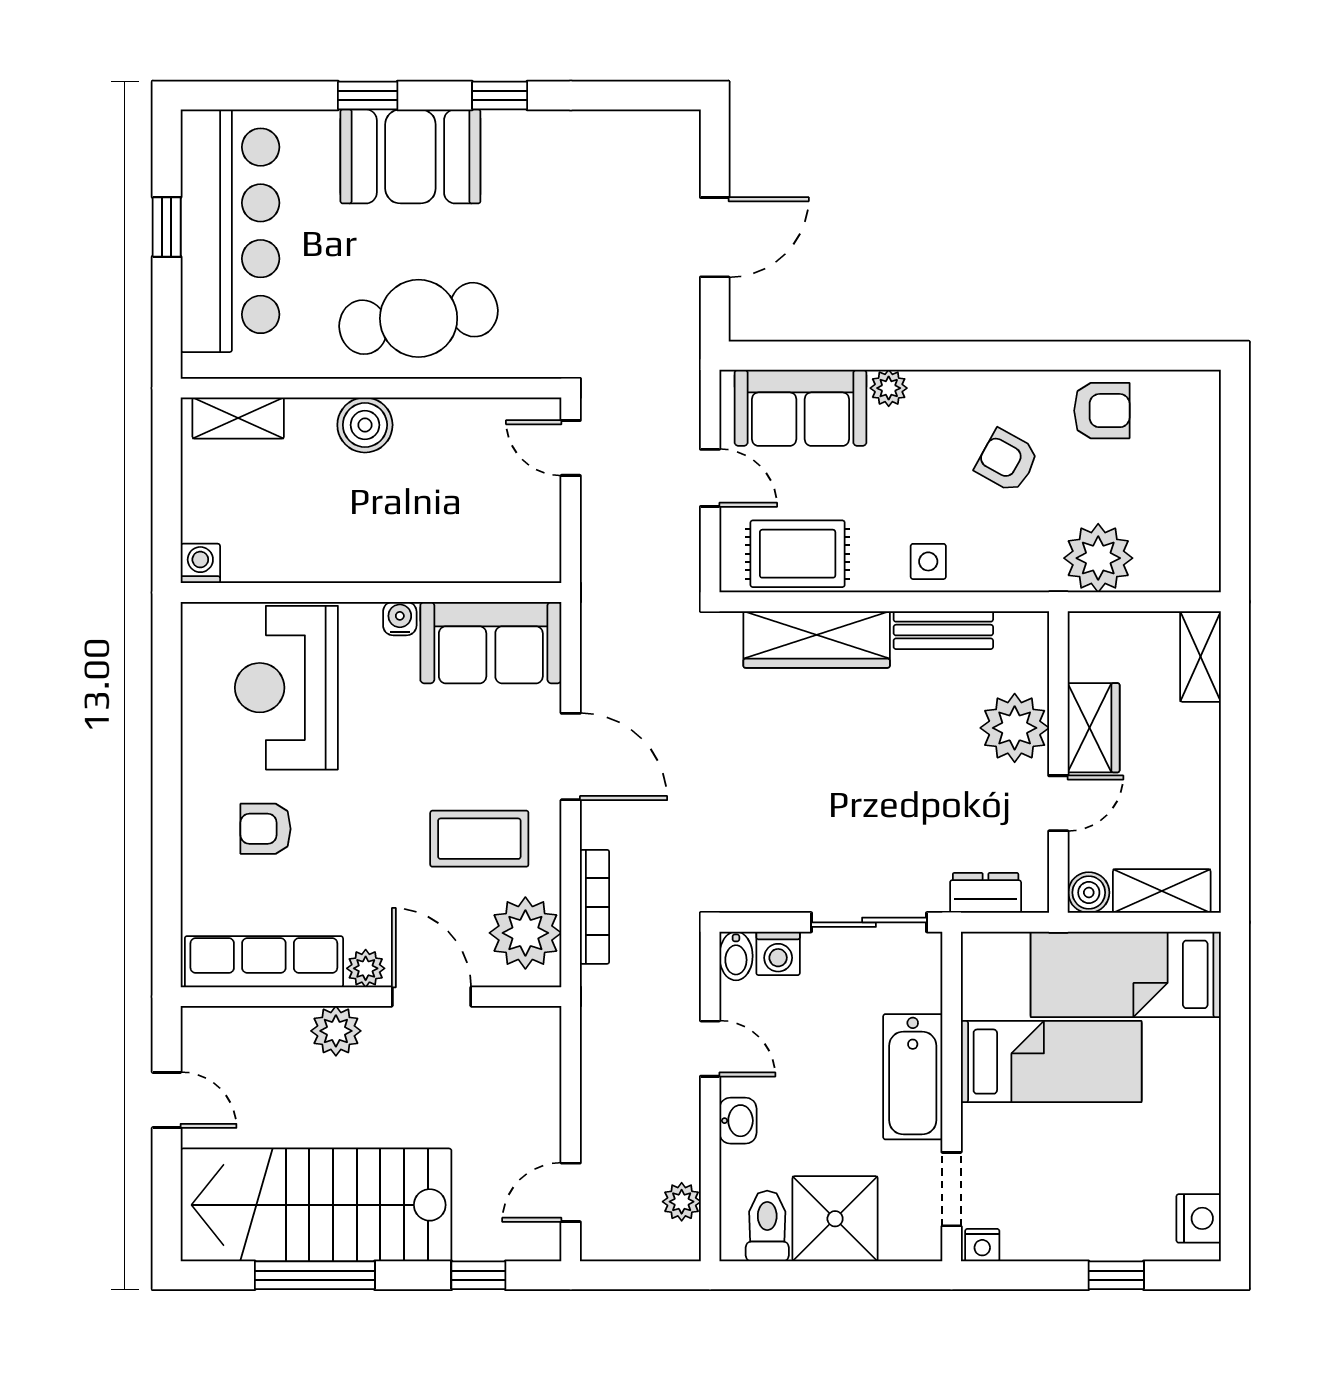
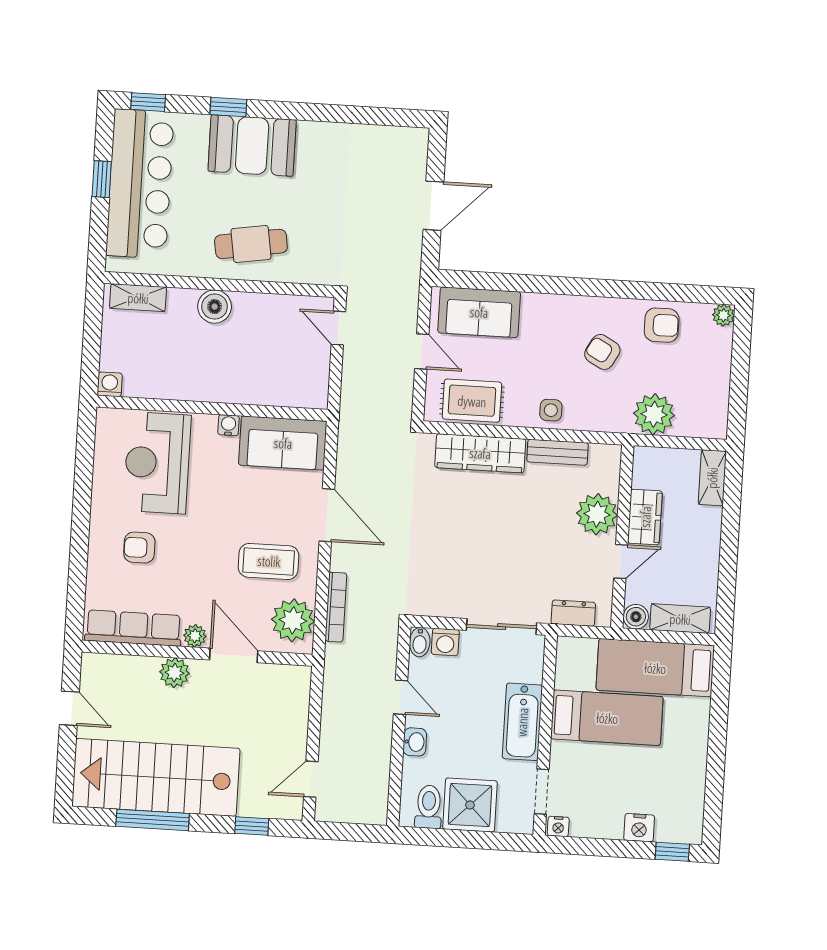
window: (500, 96) -> (148, 102), moved
cafe table: (419, 318) -> (251, 244), width x0.73, depth x0.74
plant: (889, 388) -> (723, 315), moved
plant: (682, 1202) -> (378, 789), removed
nightstand: (1199, 1218) -> (639, 828), moved, turned 90
window: (1116, 1275) -> (672, 852), moved

